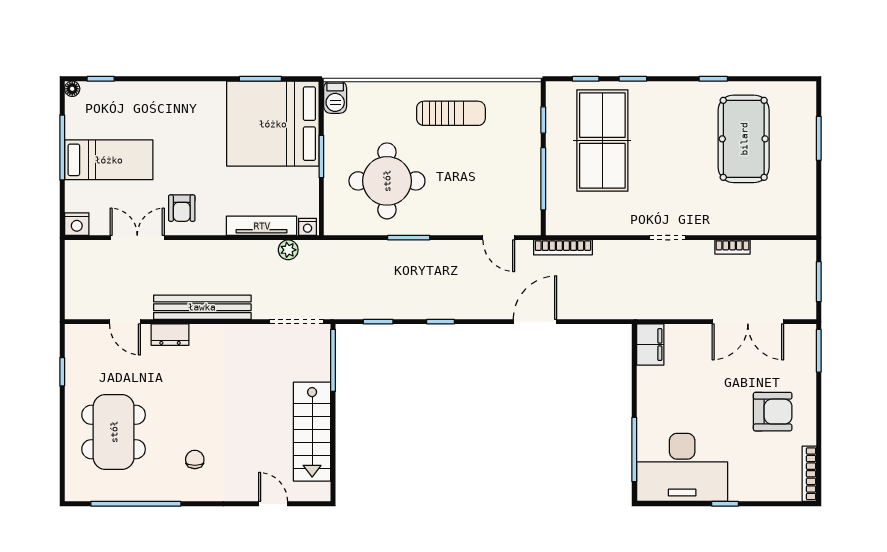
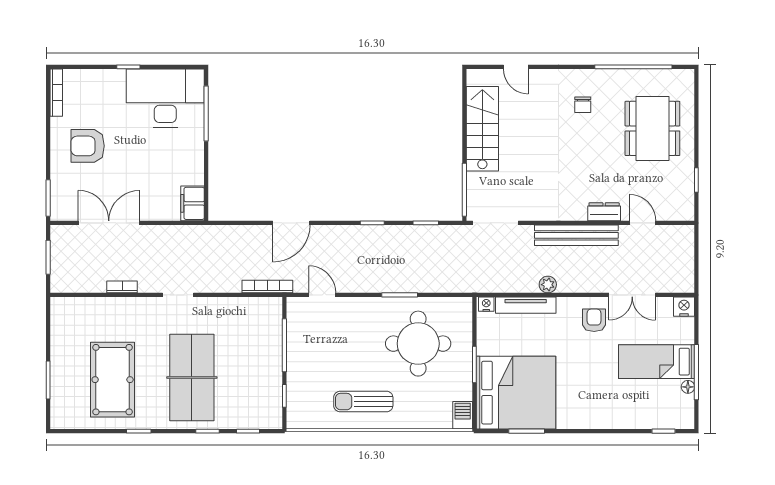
floor lamp: (72, 89) -> (688, 387), moved
table tennis table: (602, 140) -> (192, 377), moved
plant: (288, 250) -> (548, 285), moved

